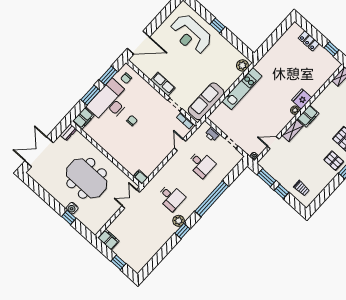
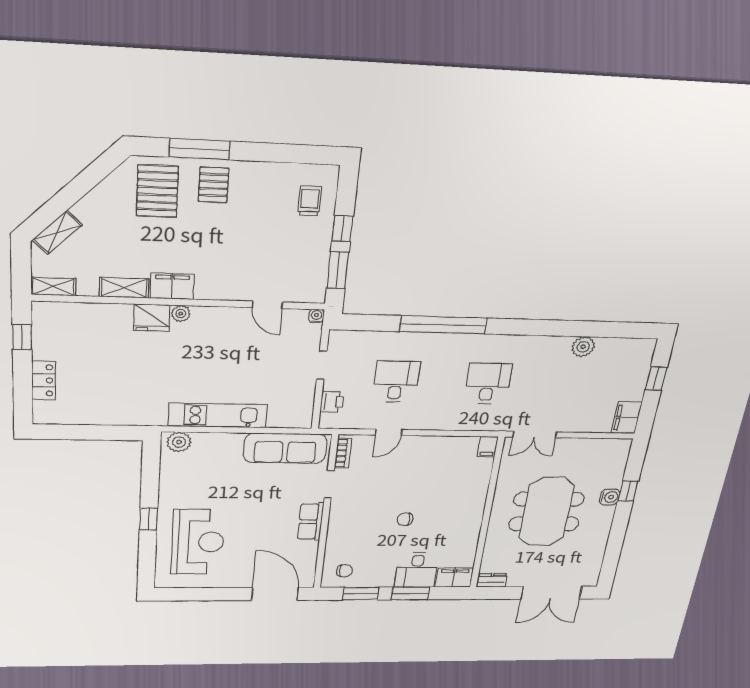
desk: (110, 102) -> (417, 570), width x0.53, depth x0.77
shelving: (293, 131) -> (124, 288), moved
plant: (179, 221) -> (583, 347), moved
window: (182, 231) -> (534, 327), removed

